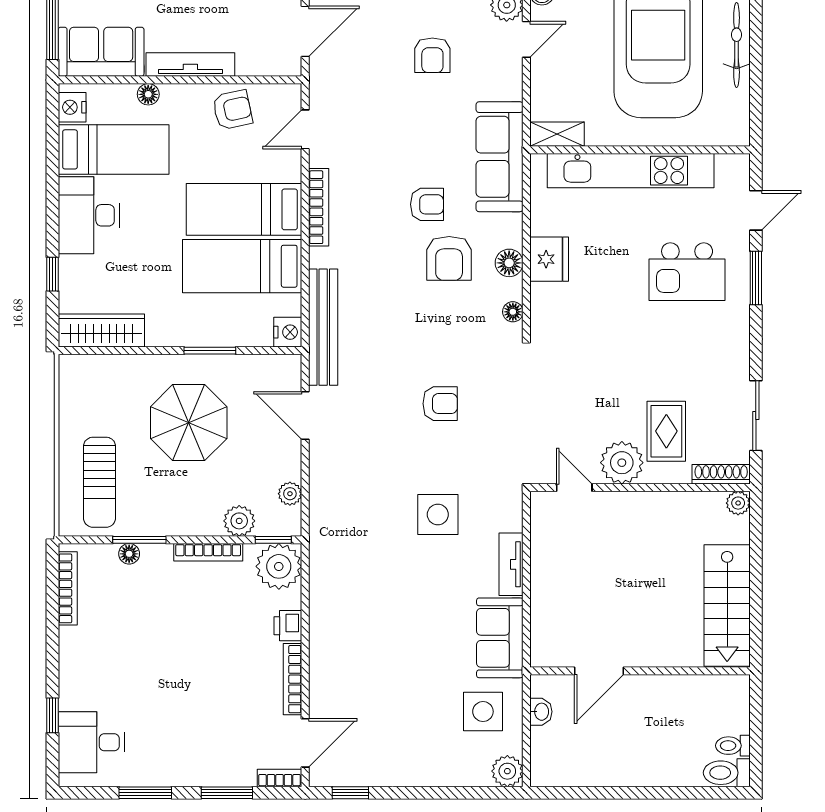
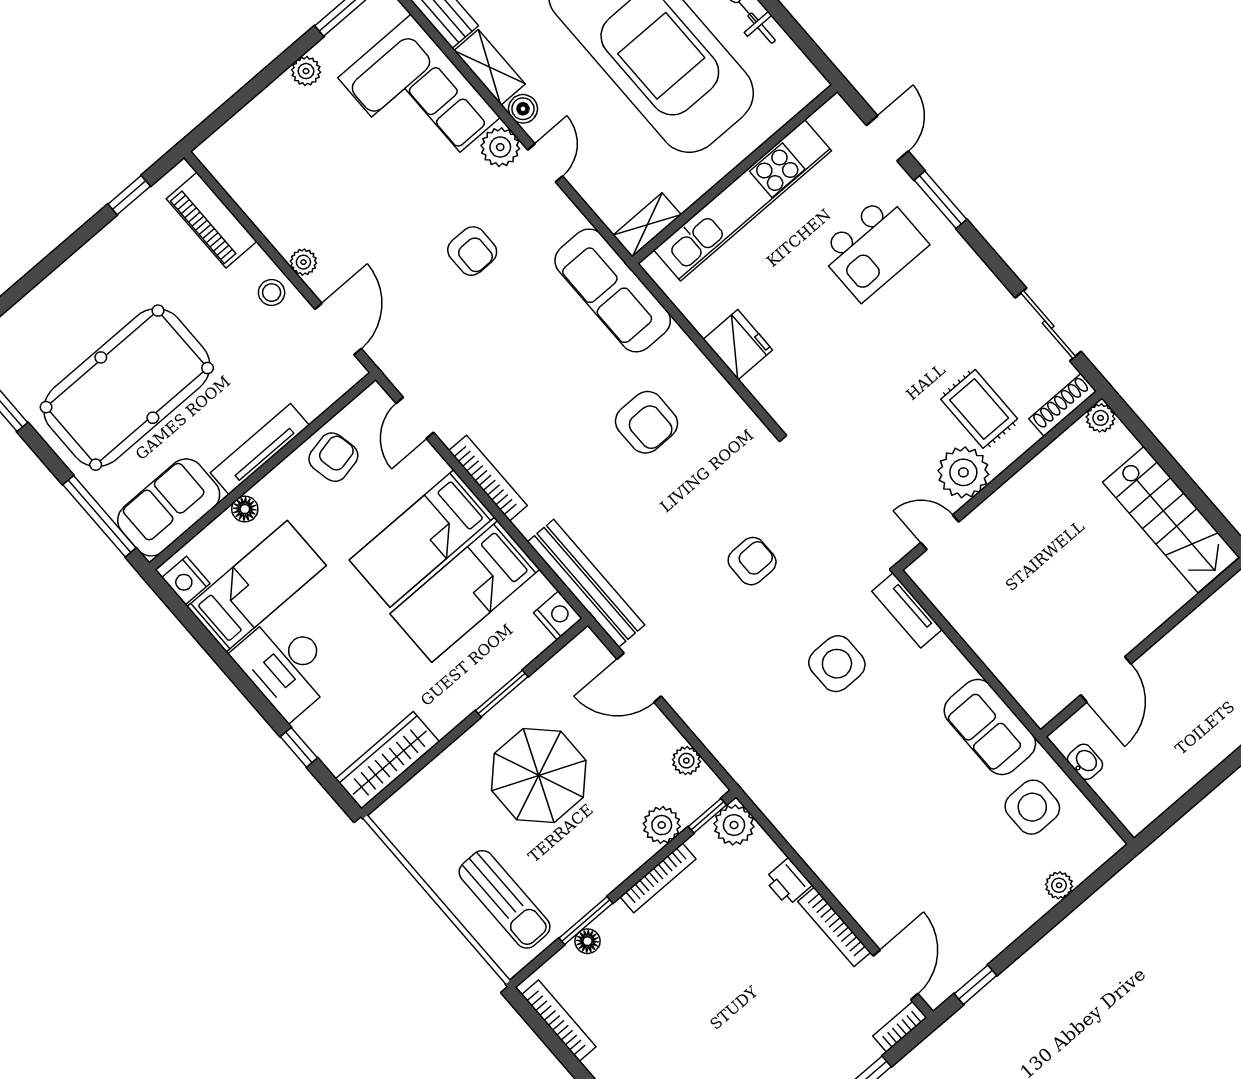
armchair: (427, 204) -> (584, 391), removed
floor lamp: (509, 263) -> (705, 379), removed
floor lamp: (513, 312) -> (746, 421), removed
tv unit: (511, 564) -> (907, 610), moved
plant: (279, 566) -> (734, 825), width x0.73, depth x0.73
plant: (507, 771) -> (1059, 885), moved, width x0.73, depth x0.73

